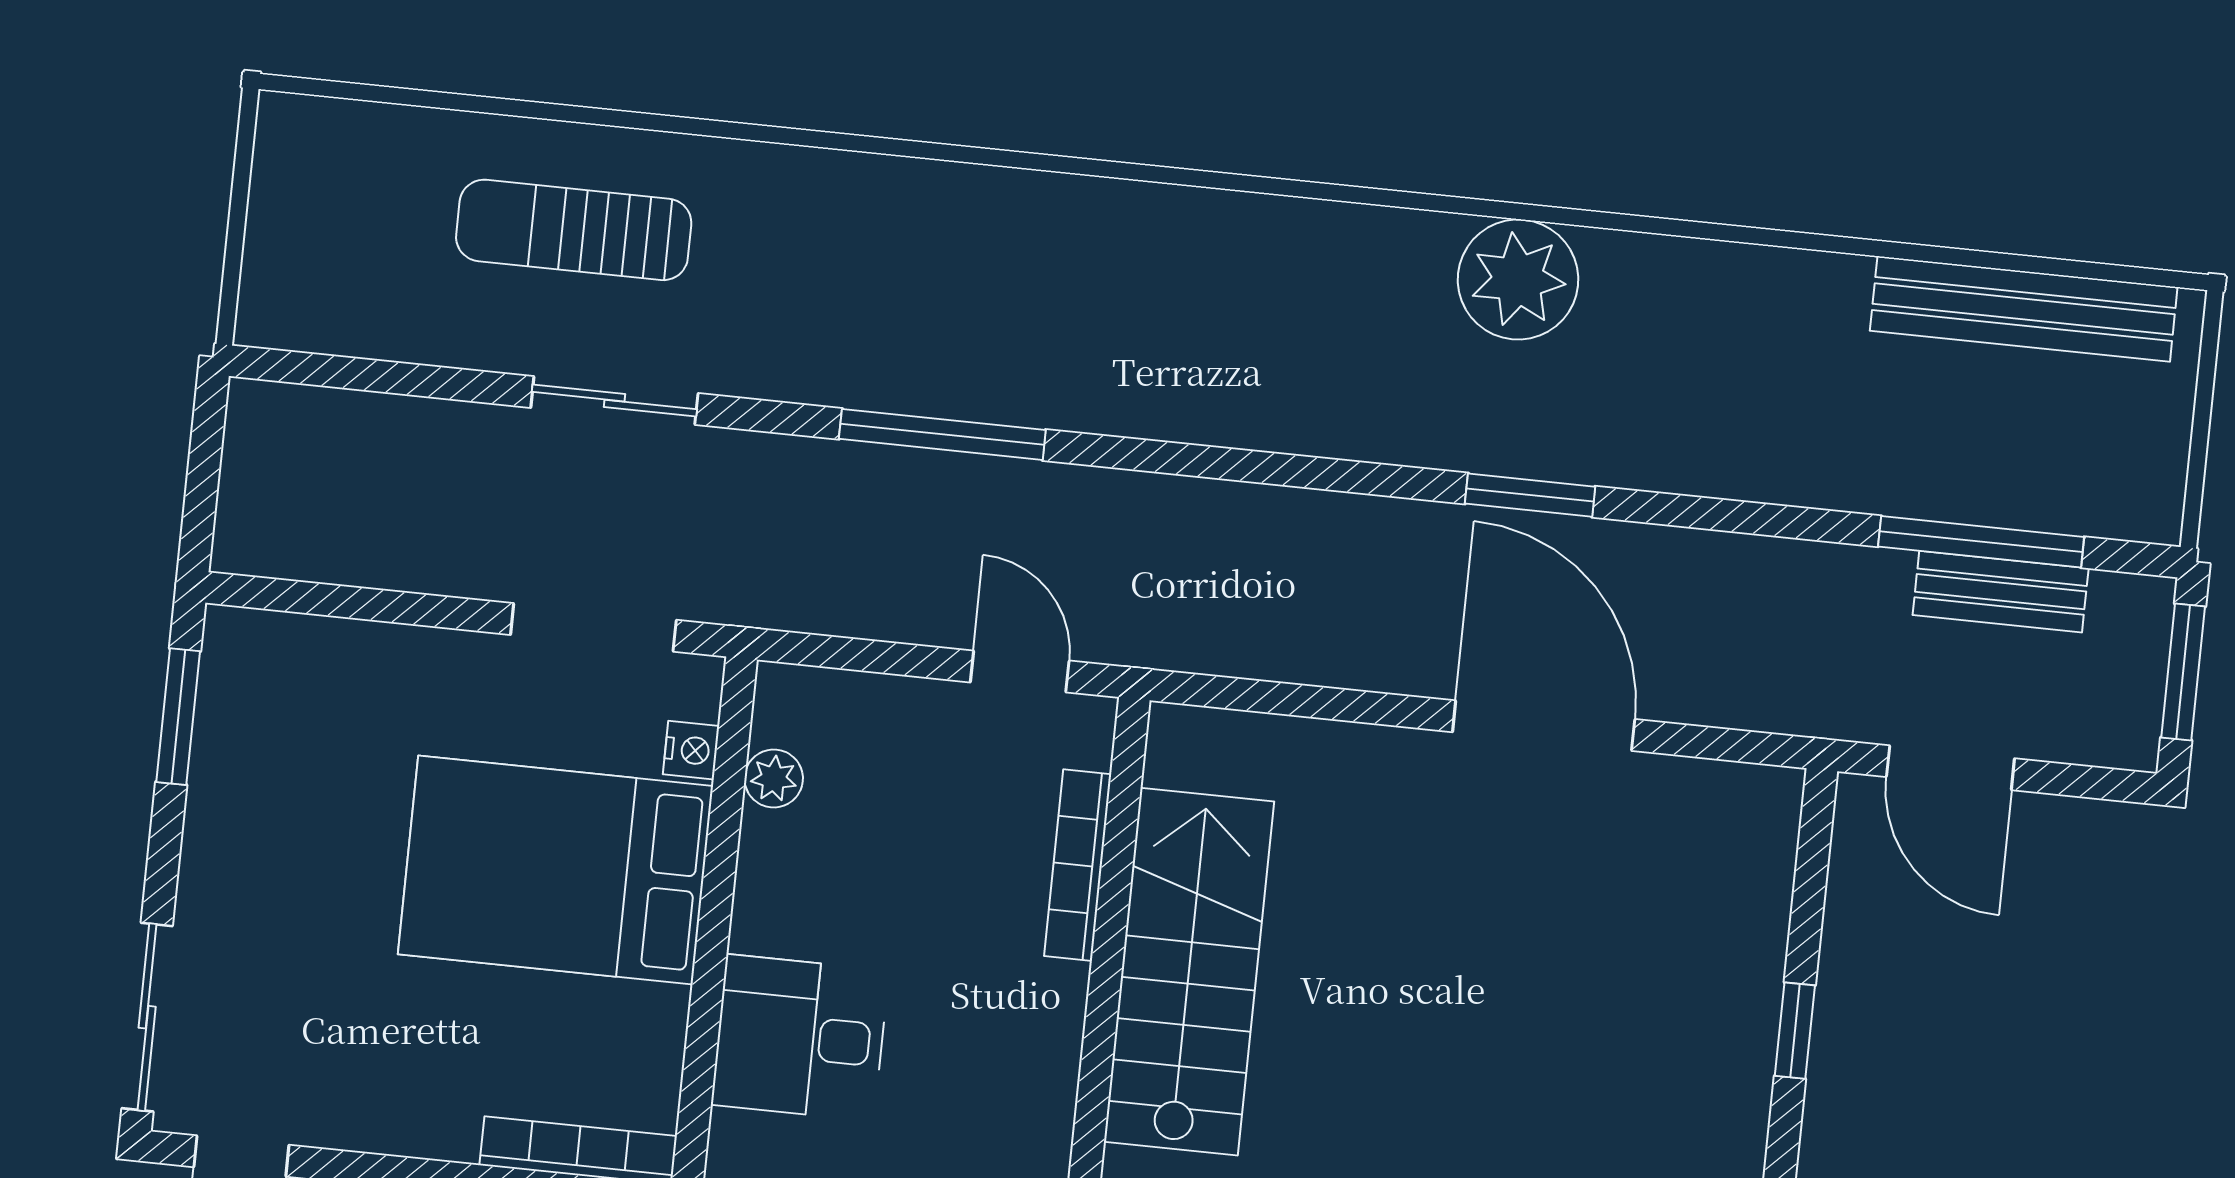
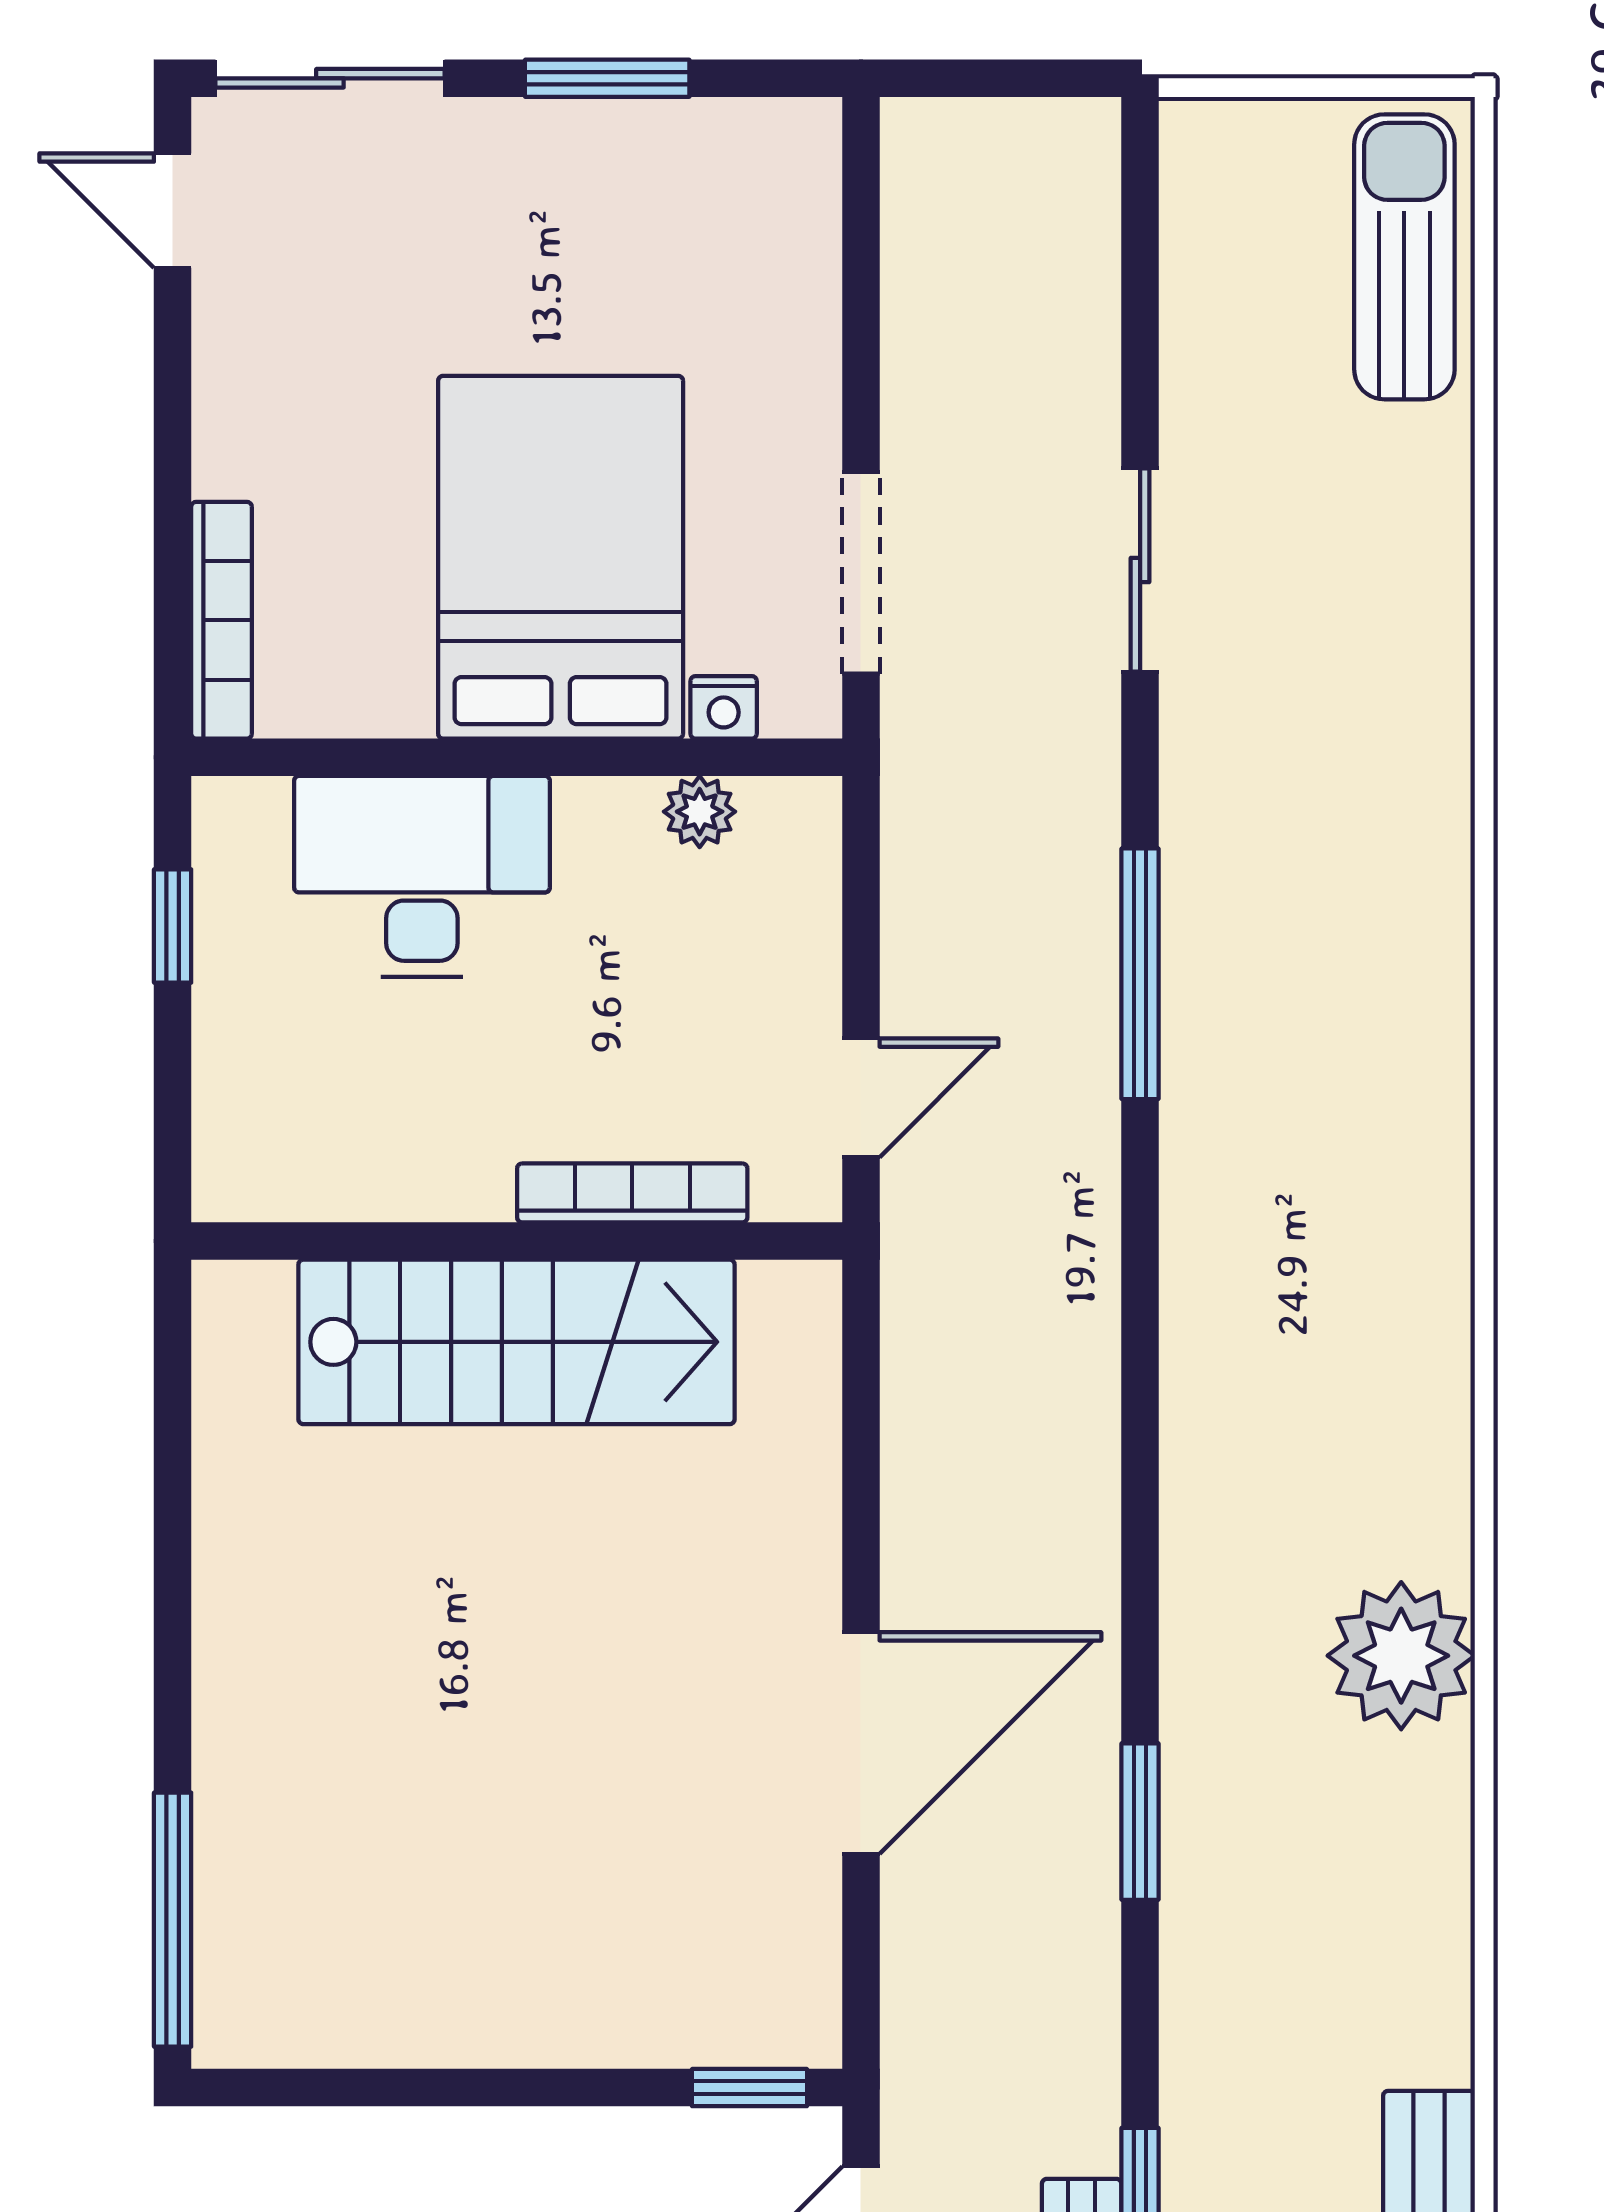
sun lounger: (574, 230) -> (1404, 257), moved
window: (1530, 495) -> (1140, 1822), moved
window: (178, 717) -> (607, 78), moved
window: (1795, 1031) -> (749, 2088), moved
desk: (800, 1038) -> (422, 876), width x1.37

